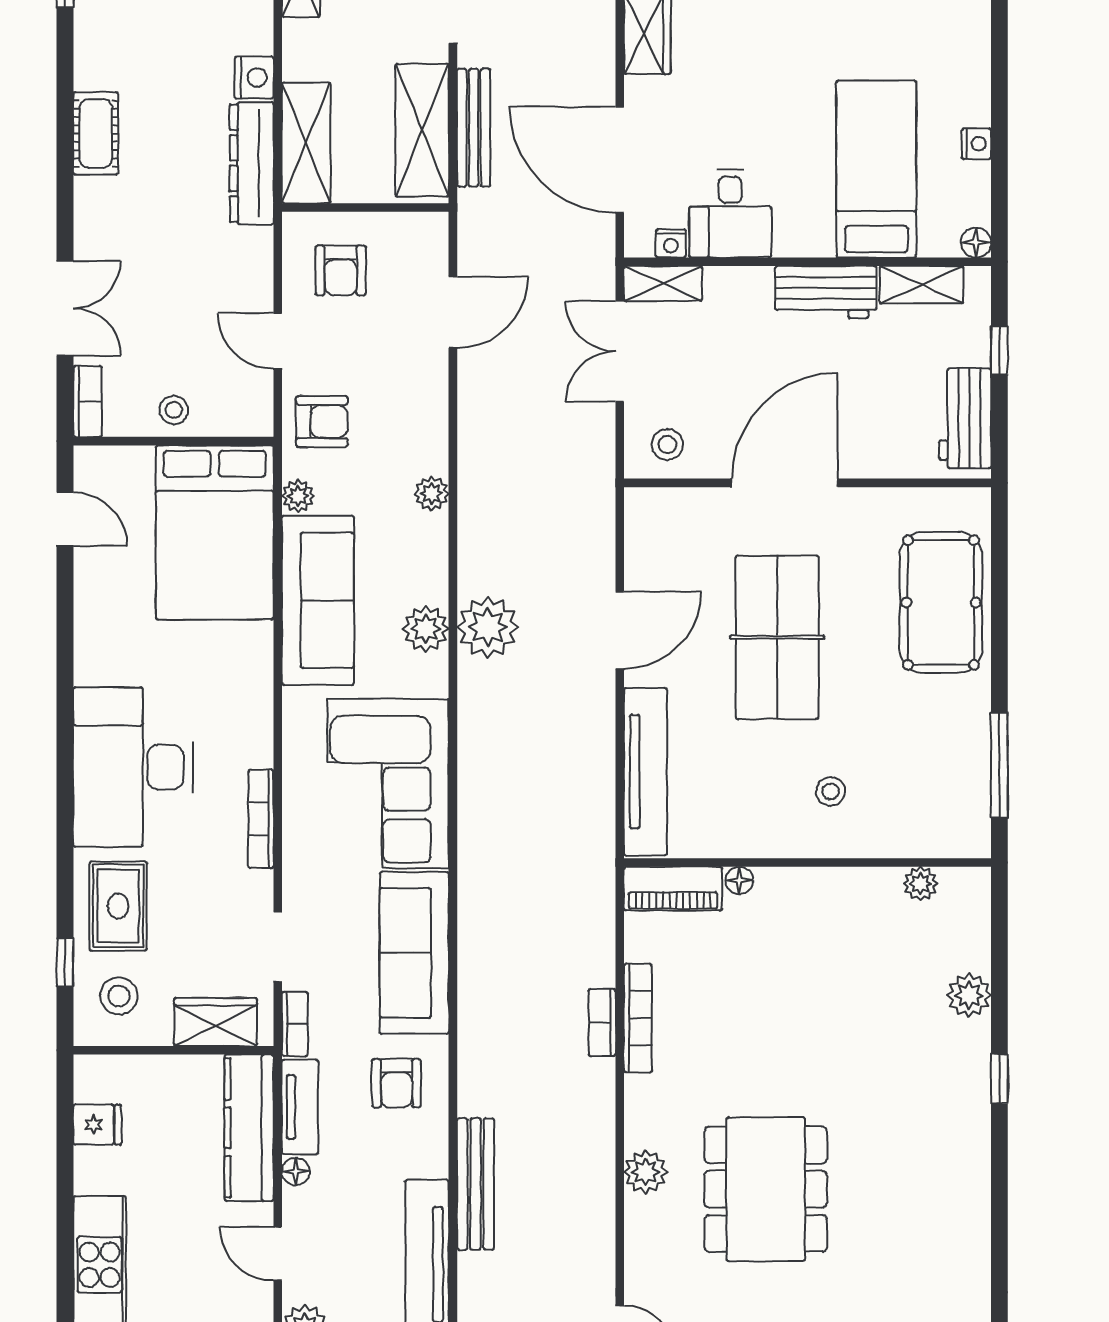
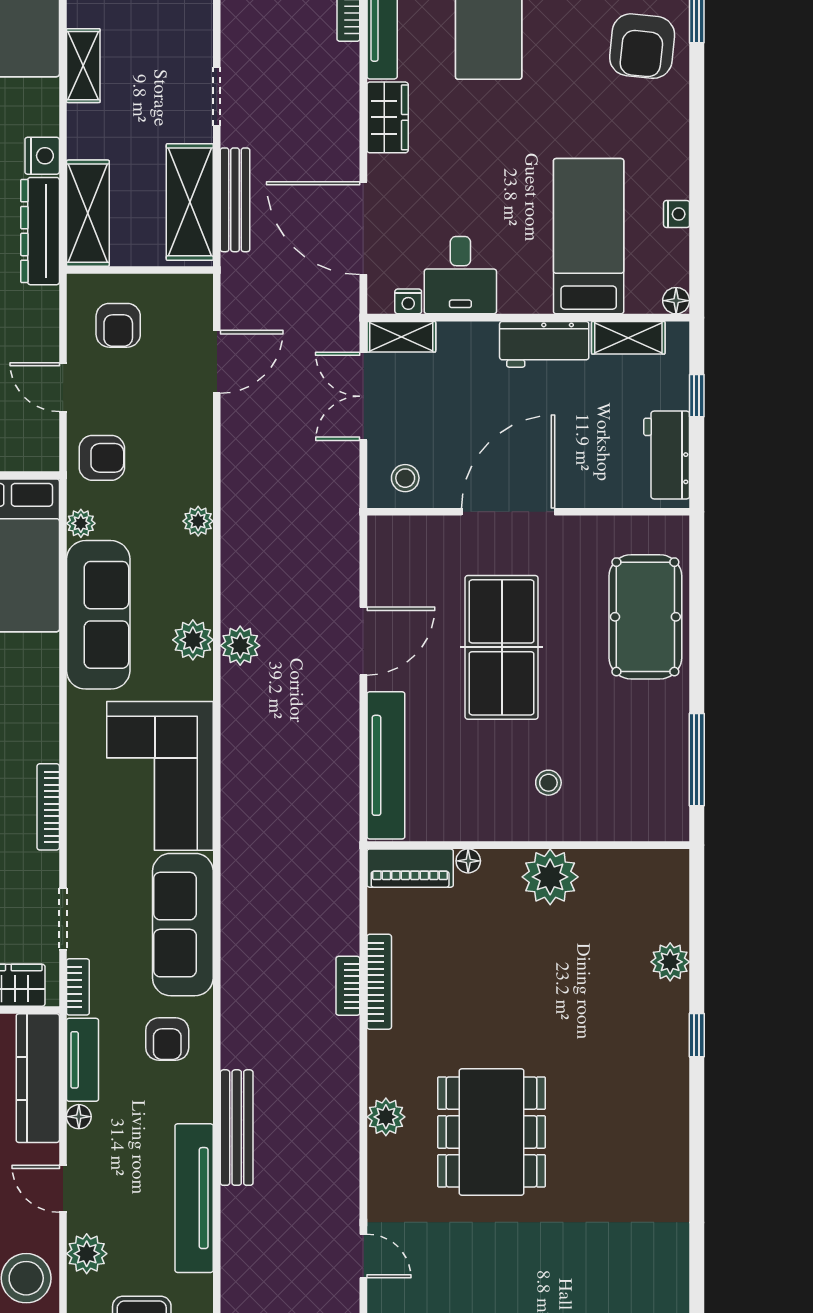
plant: (488, 627) -> (240, 646), width x0.73, depth x0.73
plant: (920, 884) -> (550, 877), moved, width x1.87, depth x1.87

